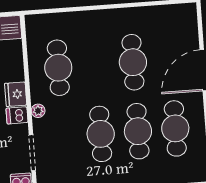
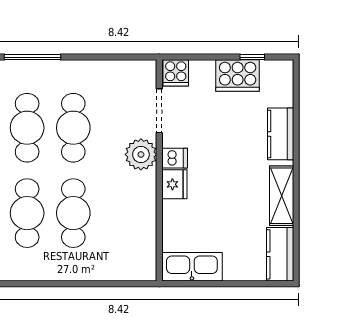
cafe table: (58, 68) -> (73, 213), moved
plant: (38, 111) -> (141, 154), width x1.87, depth x1.87

